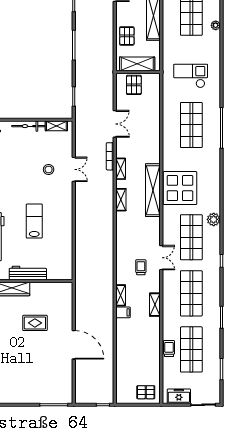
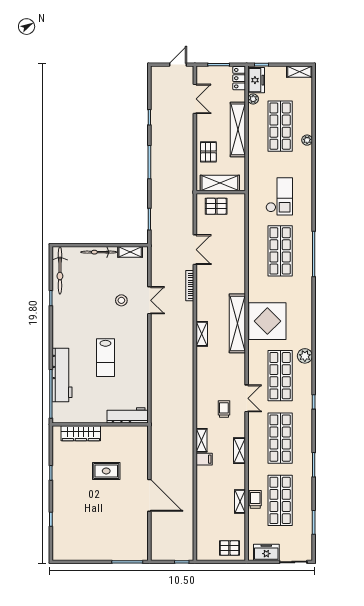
checkout: (191, 76) -> (279, 196), turned 90
pallet: (134, 85) -> (216, 206), turned 90
shelving: (121, 169) -> (240, 501), moved
lab bench: (34, 221) -> (105, 358), turned 180
workbench: (28, 273) -> (128, 415), moved

